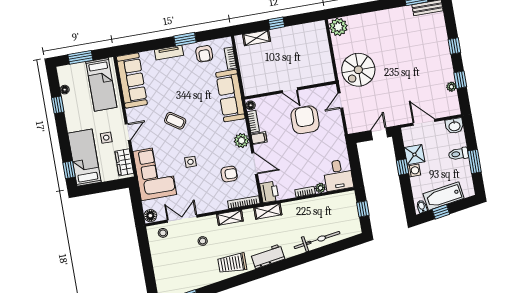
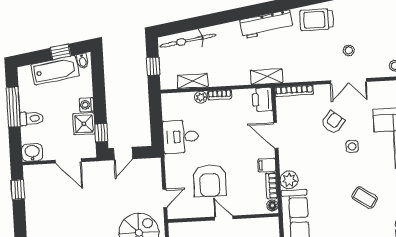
window: (460, 80) -> (18, 190), moved
plant: (451, 87) -> (30, 200), removed
plant: (241, 140) -> (289, 180), moved
window: (475, 162) -> (13, 107), width x1.44
window: (402, 167) -> (101, 133), moved
armchair: (229, 174) -> (333, 122), moved, turned 129
desk: (338, 175) -> (181, 137), moved, turned -90
shelving: (230, 218) -> (193, 81), moved
double door: (182, 219) -> (348, 81), moved
bicycle: (317, 240) -> (188, 41), moved
workbench: (268, 256) -> (266, 24), width x1.38
trolley: (232, 263) -> (317, 20), turned 180

